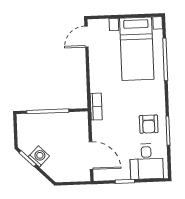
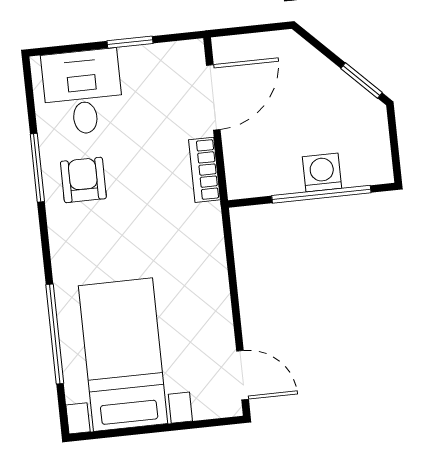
door: (86, 37) -> (243, 375), hinge flipped
bookcase: (96, 107) -> (204, 170), moved
washing machine: (39, 156) -> (322, 172), moved, turned 135
door: (91, 156) -> (213, 97), swing flipped

